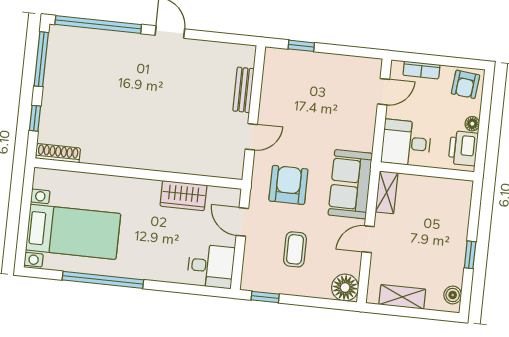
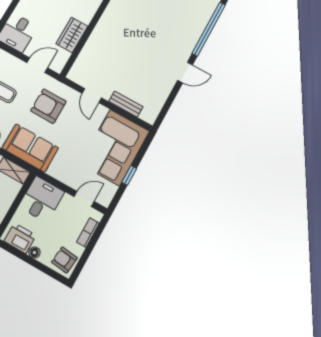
window: (301, 46) -> (129, 175), moved
corner sofa: (304, 81) -> (115, 147), added
door: (384, 92) -> (84, 199), swing flipped
armchair: (288, 185) -> (48, 106), turned 180

